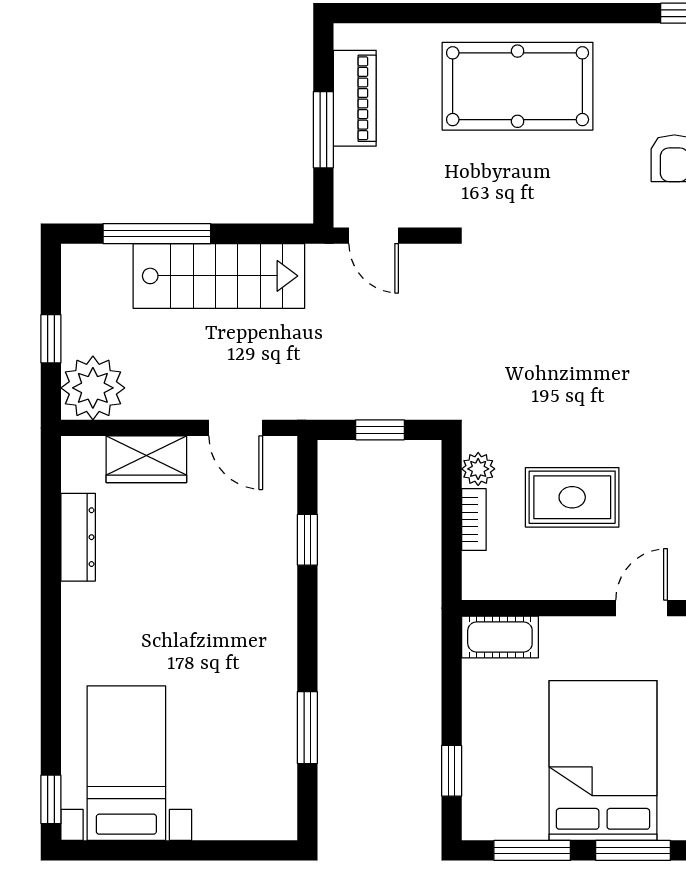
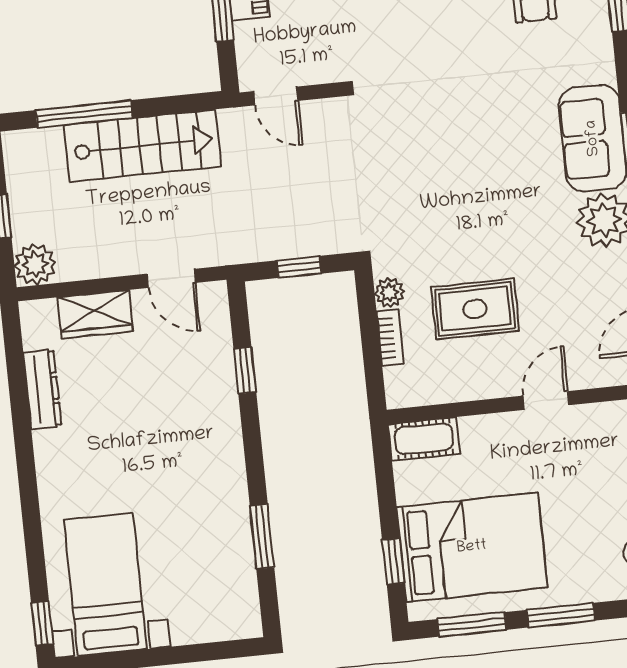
plant: (93, 388) -> (35, 264), width x0.73, depth x0.73
bed: (603, 760) -> (472, 547), moved, turned 90

